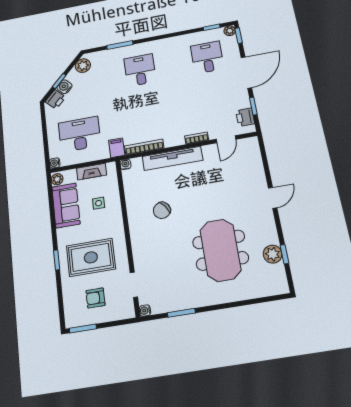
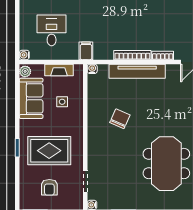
desk: (80, 134) -> (52, 30), width x0.73
bookcase: (144, 147) -> (132, 55), moved
chair: (162, 210) -> (120, 119), turned 150
armchair: (95, 298) -> (49, 187), turned -90

